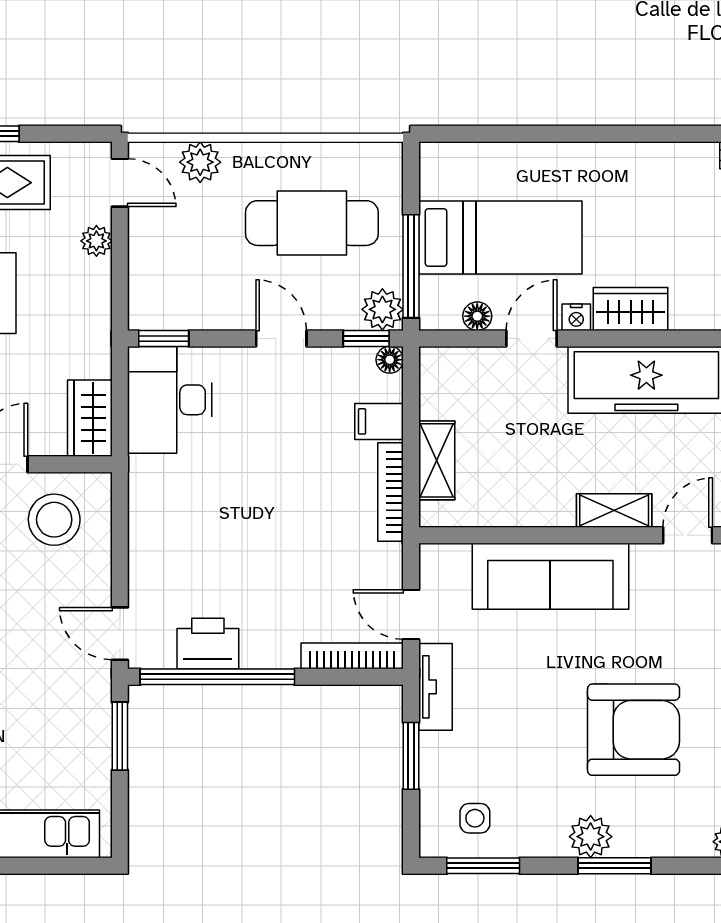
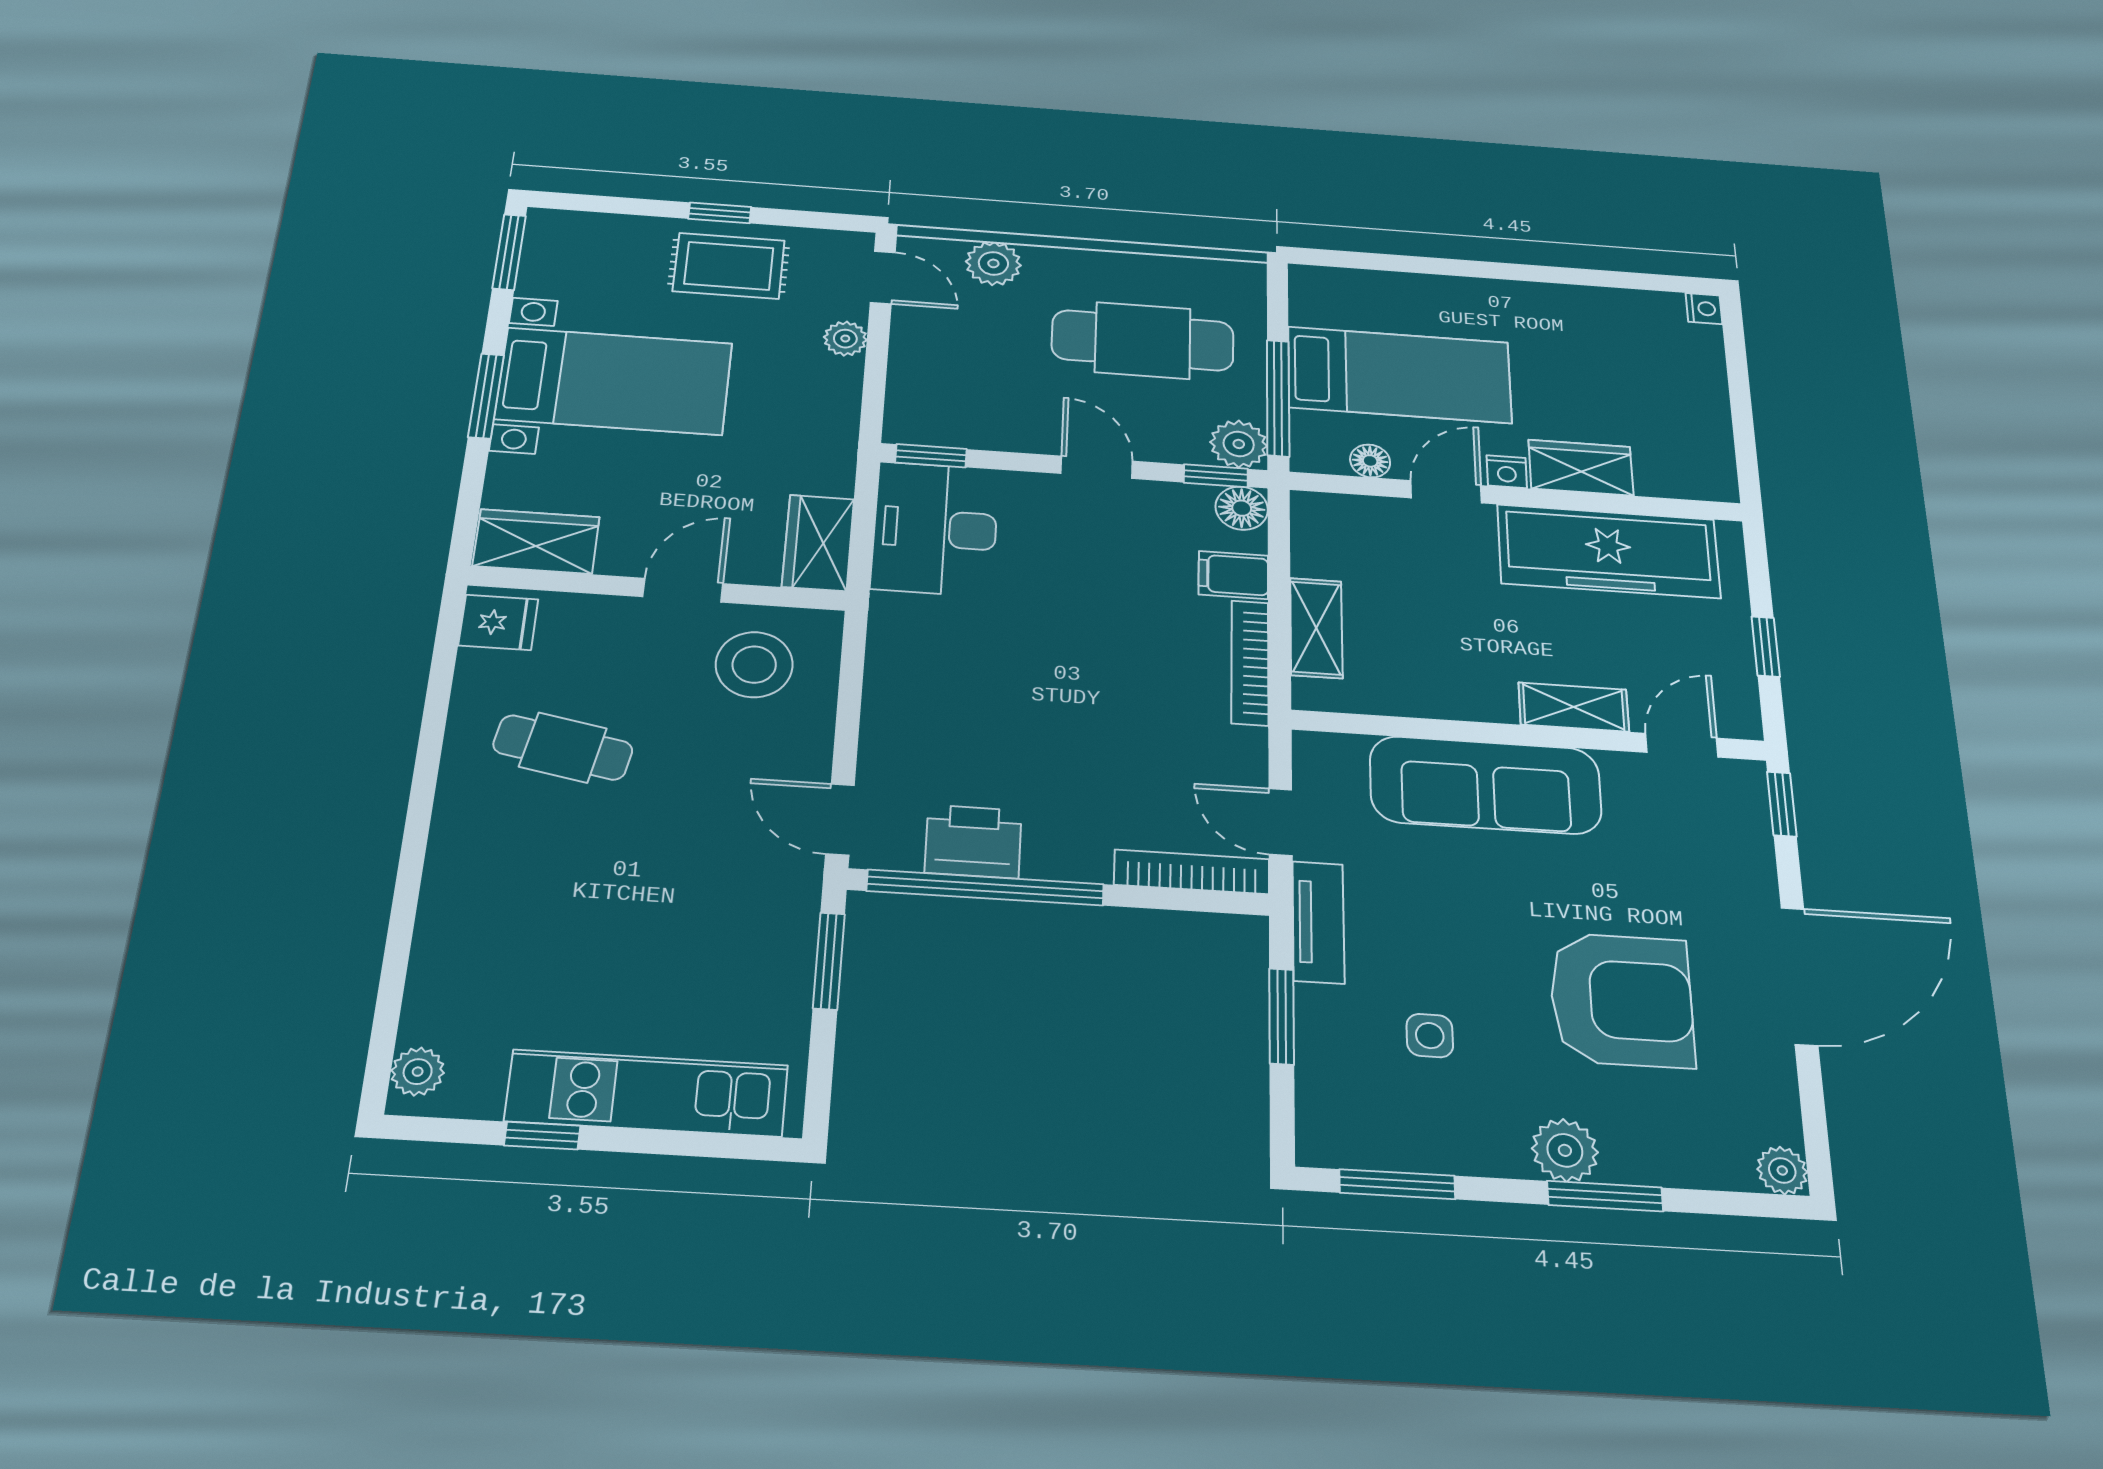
floor lamp: (390, 360) -> (1242, 508), width x1.37, depth x1.37
side table: (475, 818) -> (1430, 1036), moved

